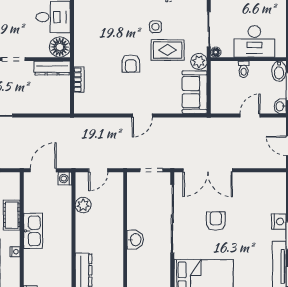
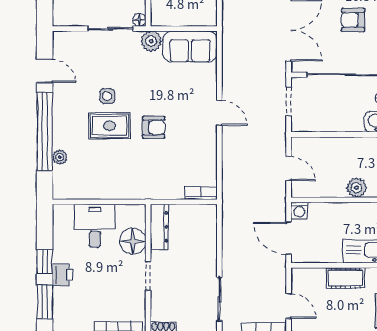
floor lamp: (60, 47) -> (133, 241), moved
rug: (168, 50) -> (109, 126), moved, turned 90
bookcase: (79, 80) -> (201, 193), moved
plant: (83, 205) -> (357, 188), moved

